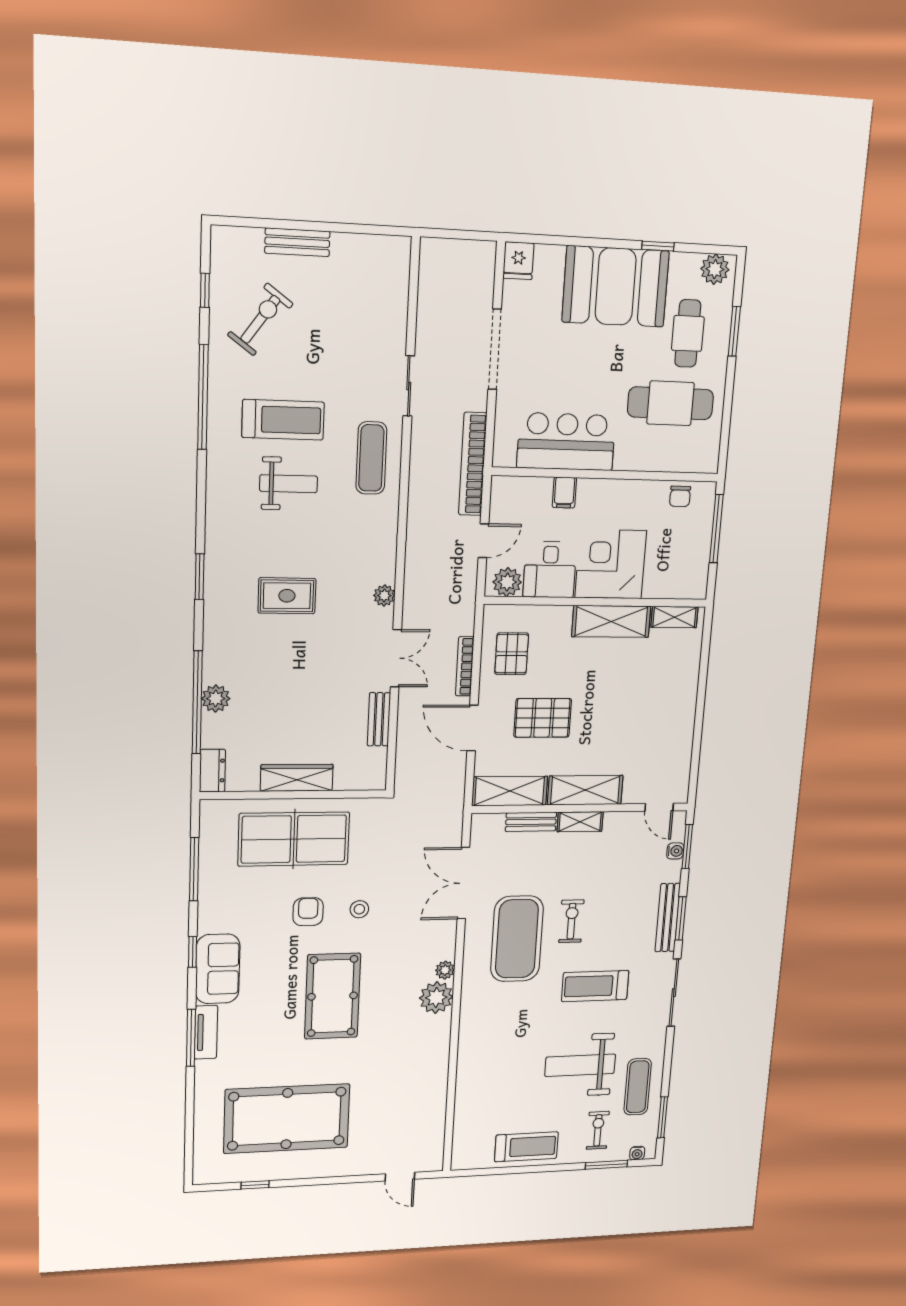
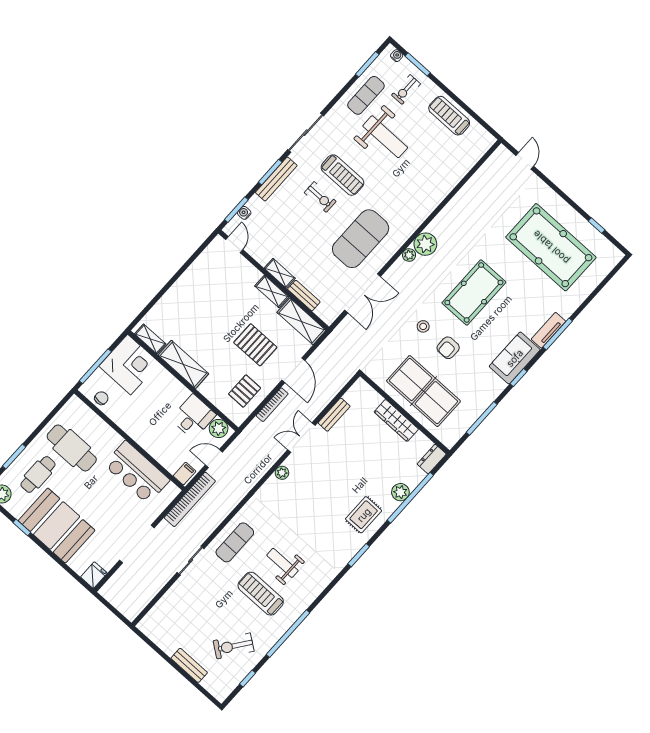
filing cabinet: (564, 493) -> (185, 474), moved
corner desk: (611, 564) -> (129, 365), moved, turned -90
rug: (287, 596) -> (364, 515), moved, turned 90
shelving: (585, 790) -> (272, 292), width x0.67, depth x0.75
exercise bike: (571, 921) -> (320, 197), moved, turned -90

